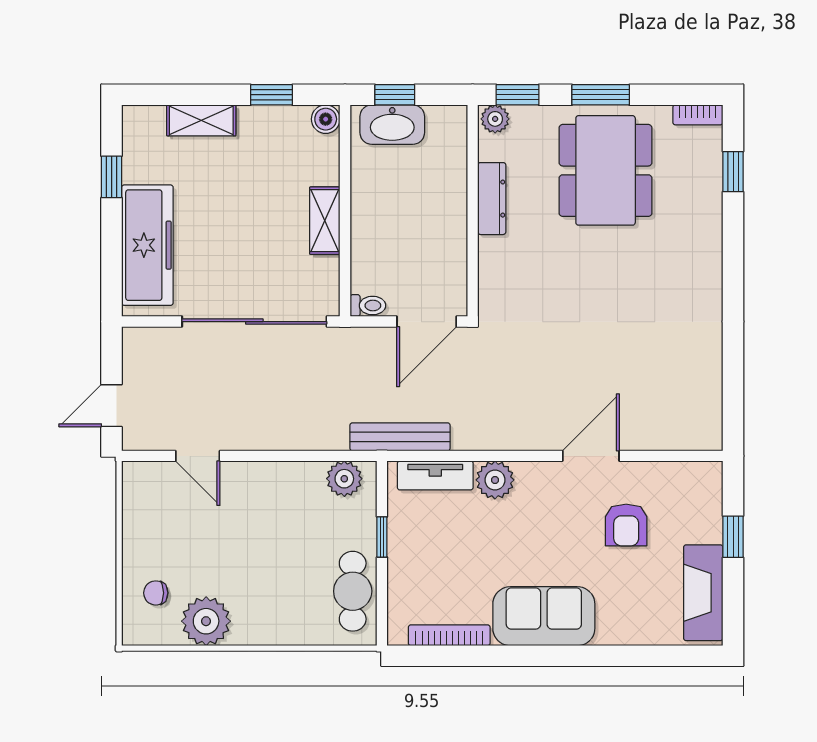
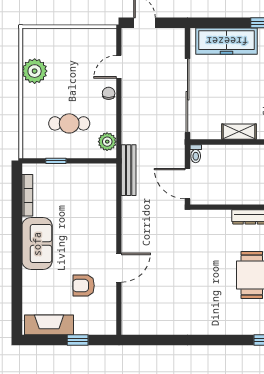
door: (591, 456) -> (119, 268), hinge flipped
tv unit: (435, 475) -> (109, 188), removed
plant: (495, 480) -> (107, 219), removed
window: (382, 537) -> (56, 161), moved
cafe table: (353, 591) -> (69, 123), moved
chair: (156, 593) -> (109, 93), moved

